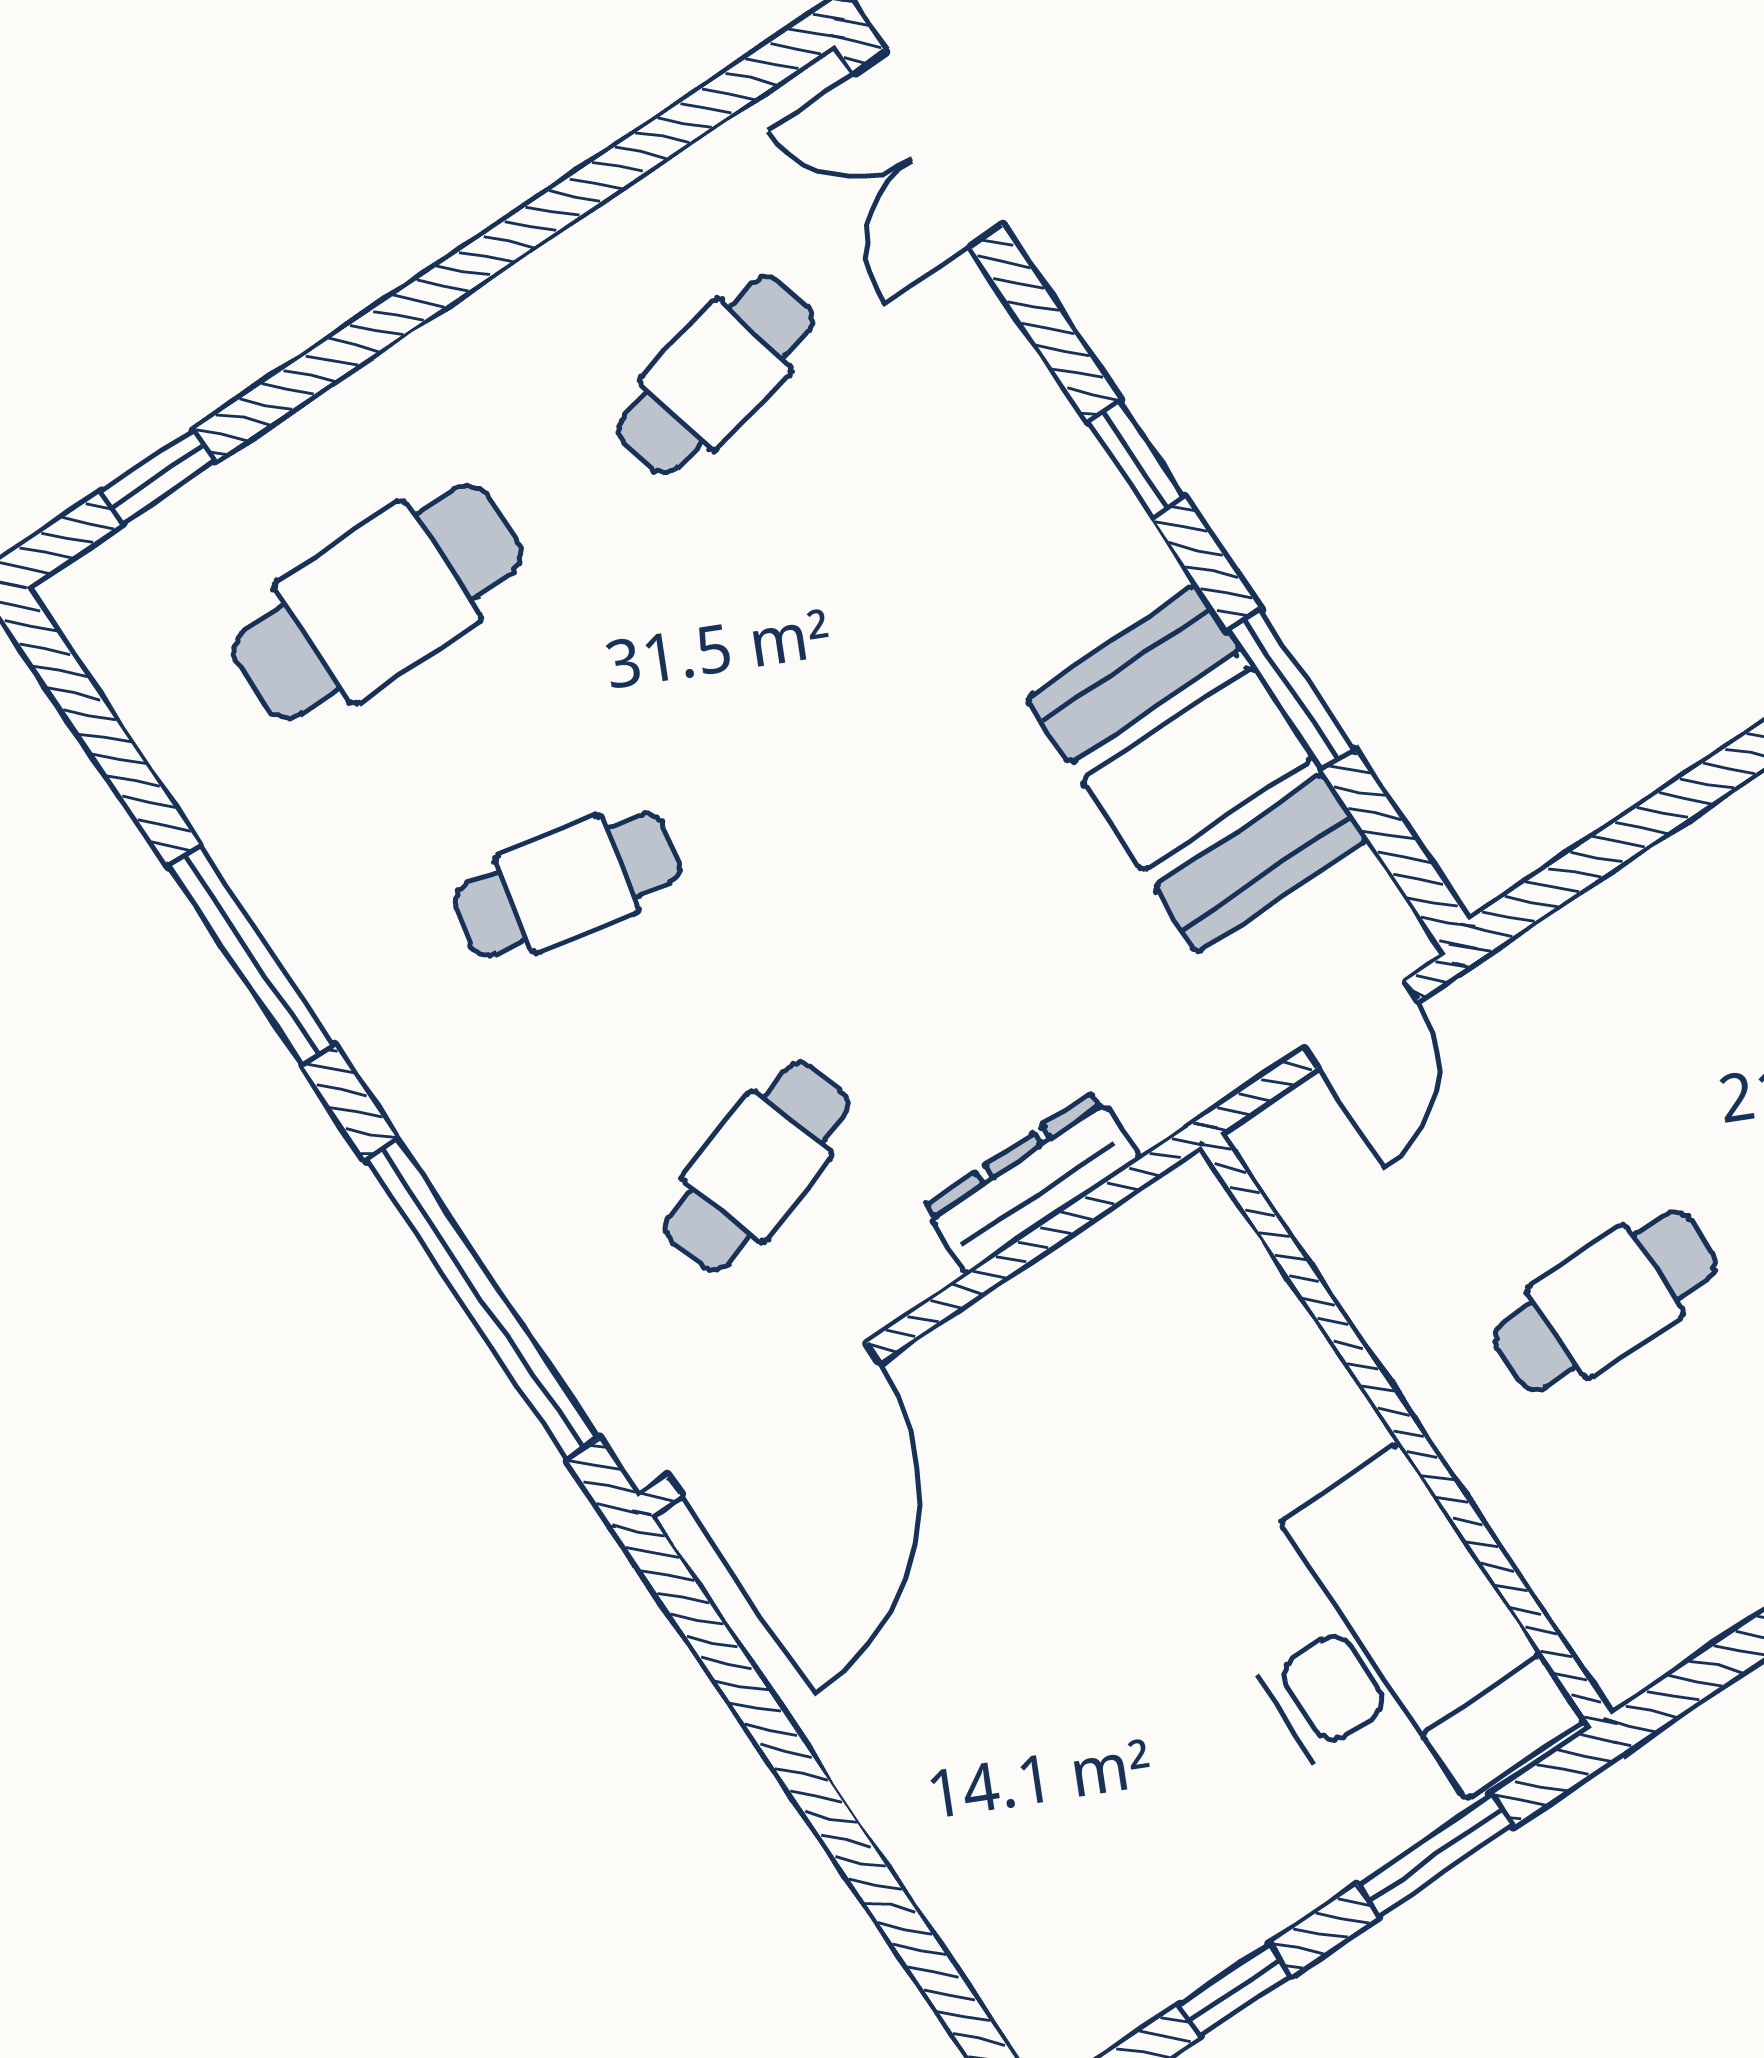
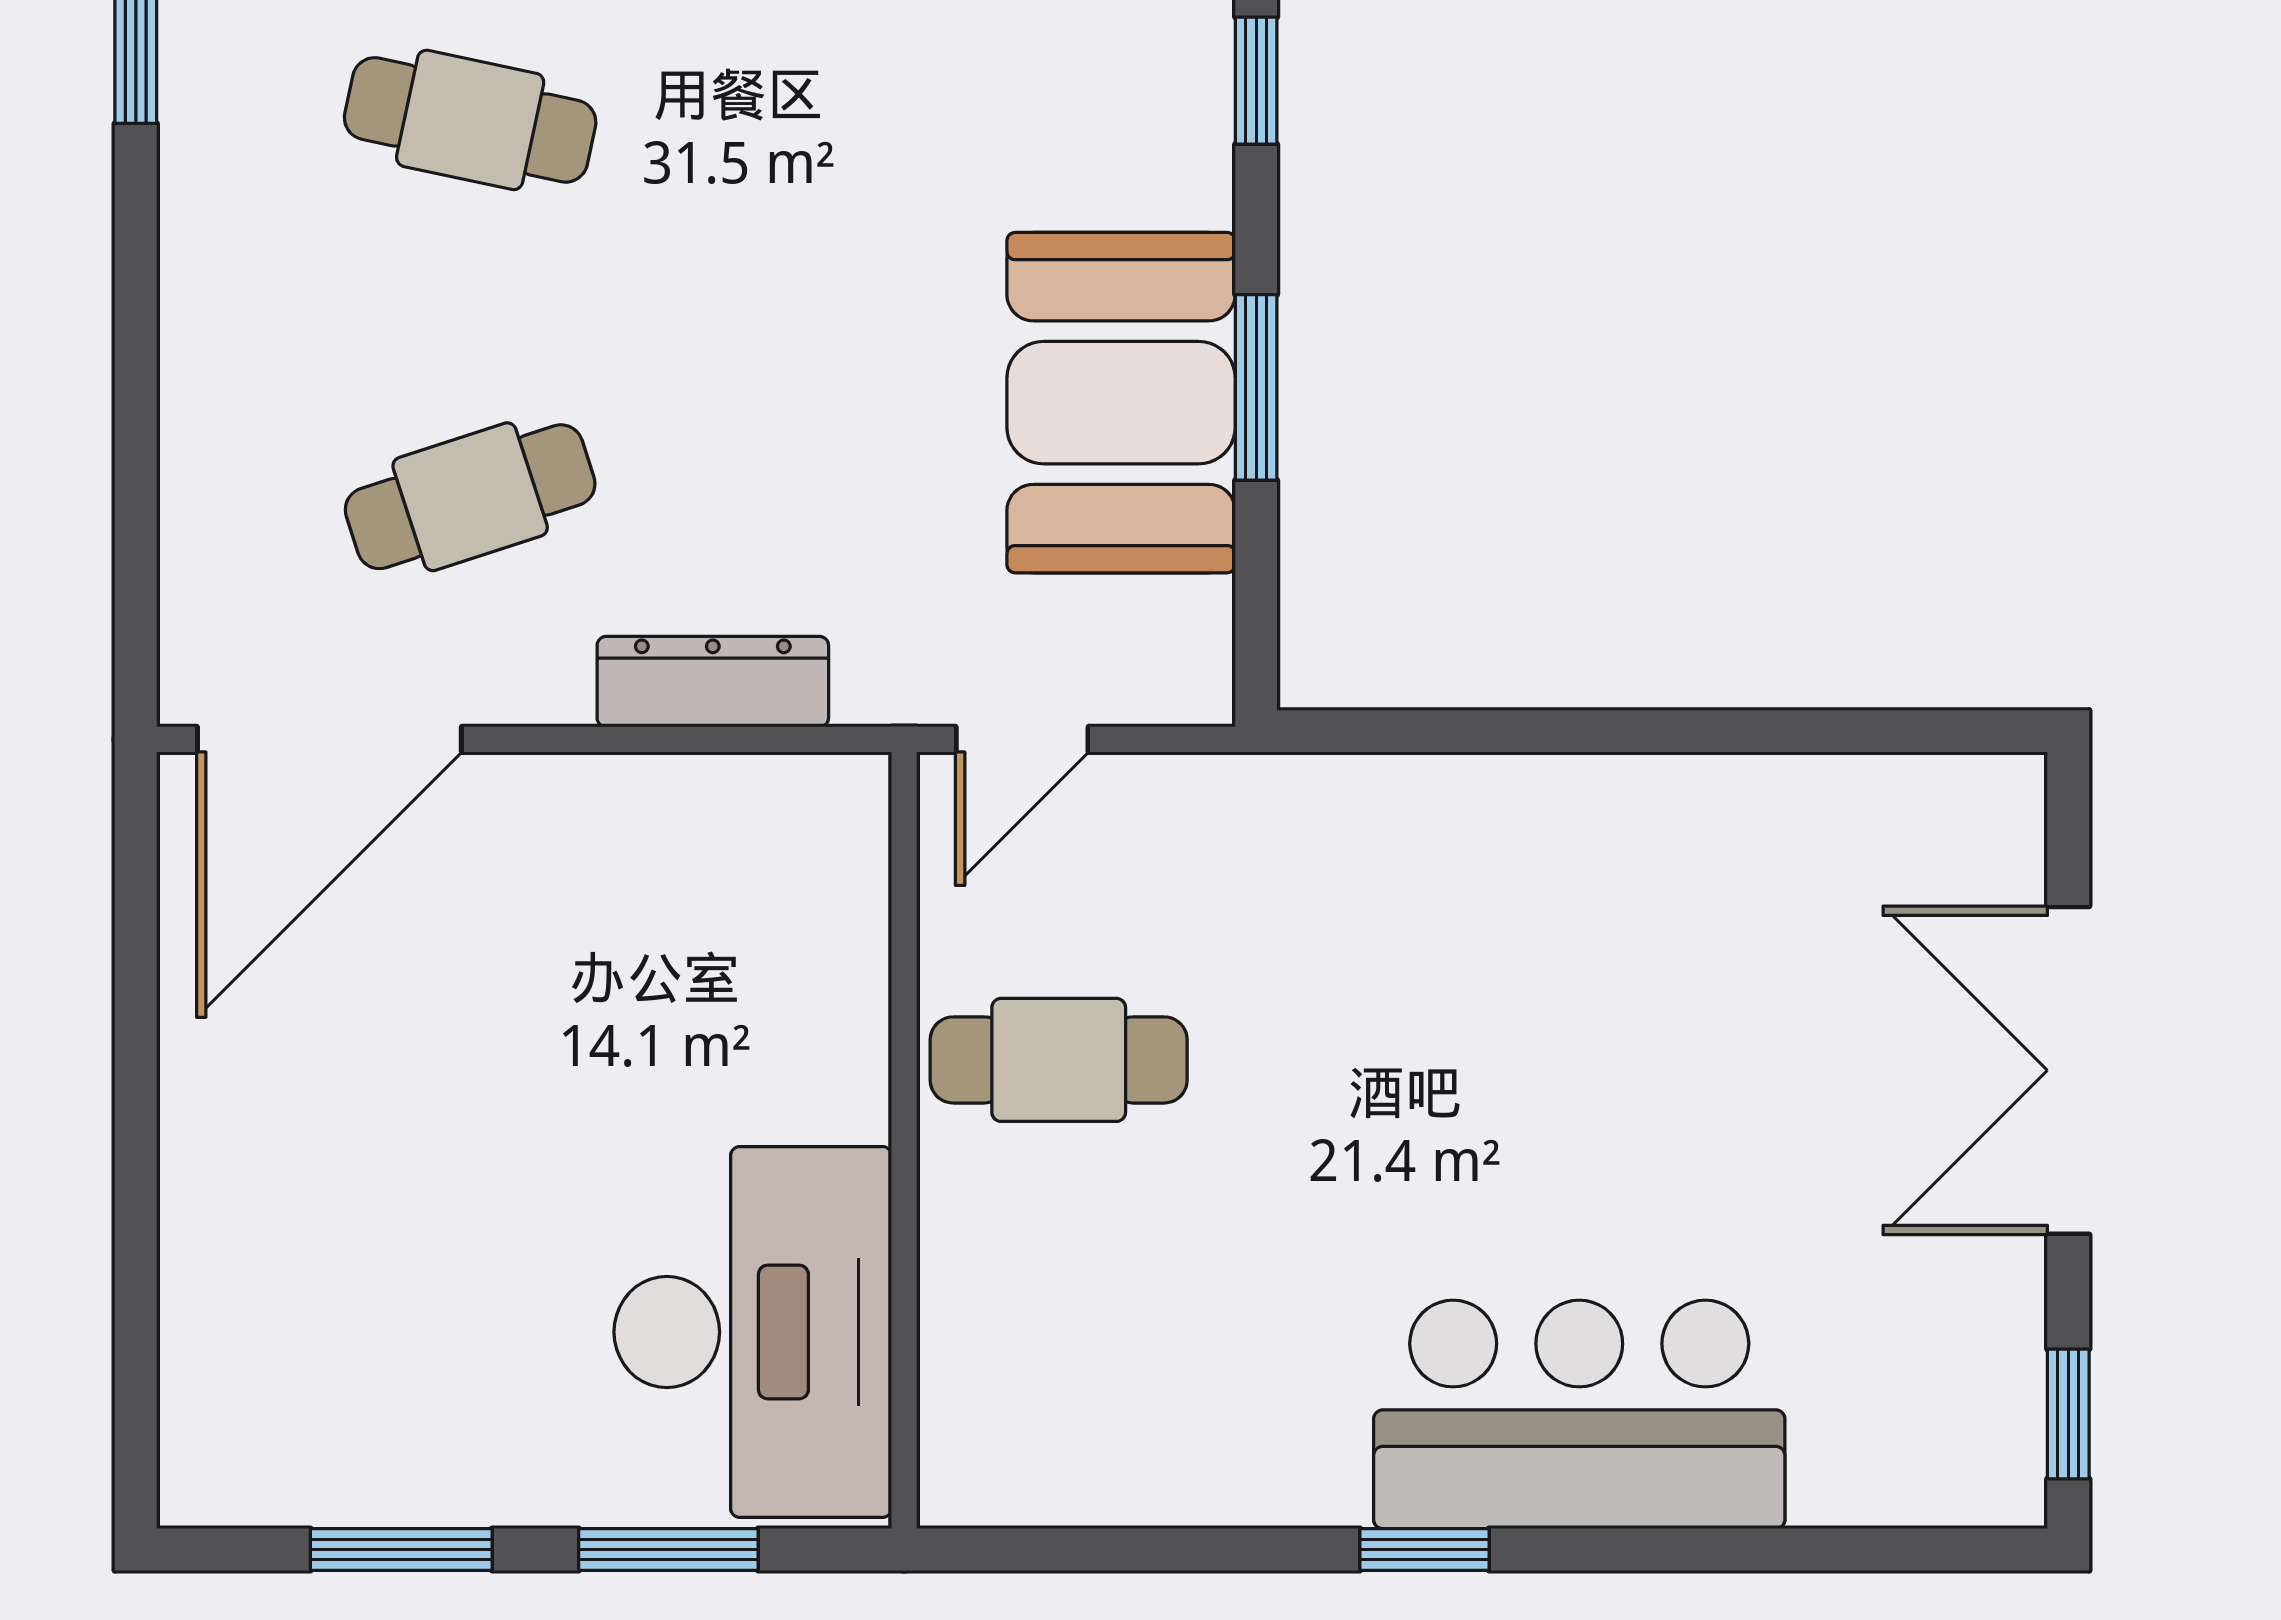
door: (1361, 1025) -> (1022, 739), moved
window: (482, 1299) -> (136, 449), removed
cafe table: (1605, 1301) -> (1059, 1060), moved
window: (1235, 1990) -> (401, 1549), width x1.50

